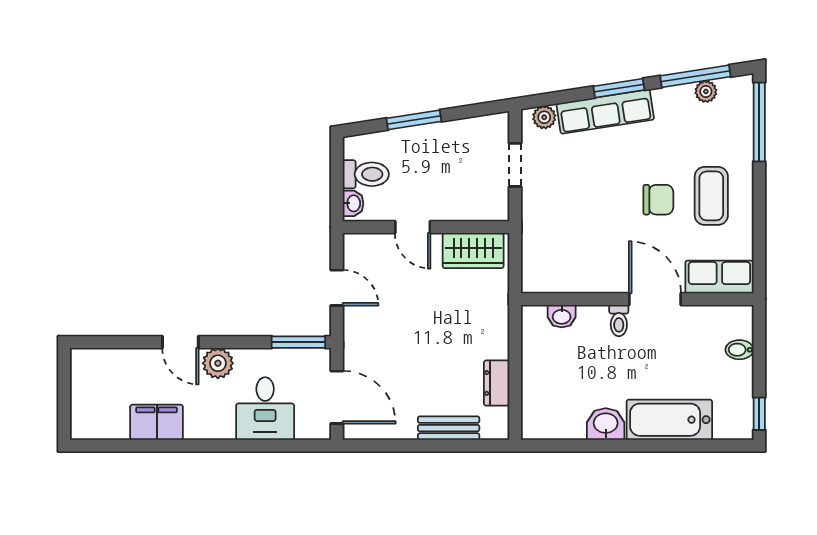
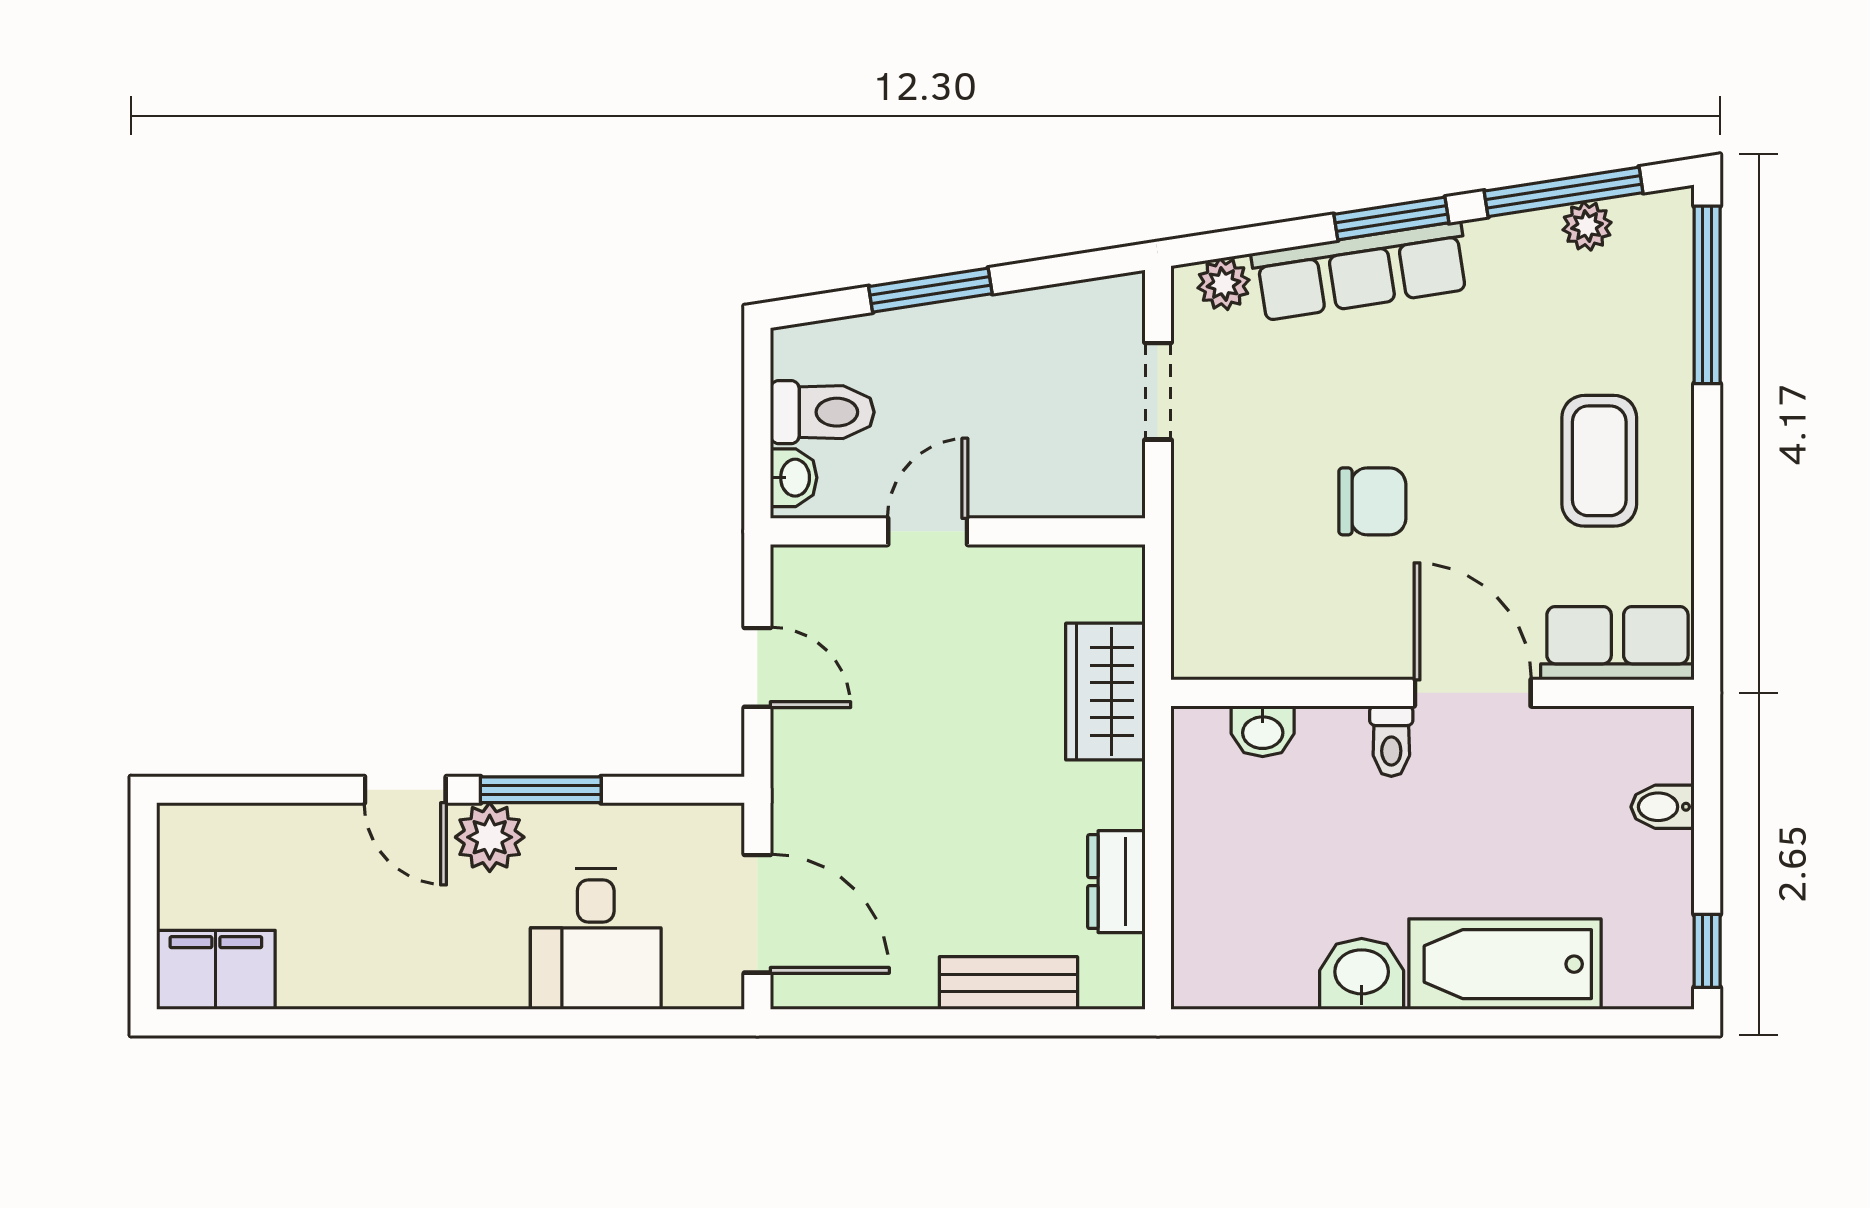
chair: (658, 200) -> (1372, 501), moved
door: (413, 227) -> (928, 531), swing flipped
wardrobe: (473, 251) -> (1105, 692), moved, turned 90
window: (298, 342) -> (541, 790), moved
filing cabinet: (157, 422) -> (216, 970), moved

